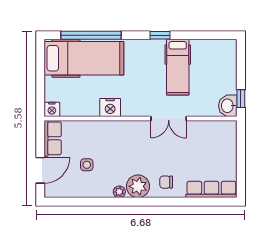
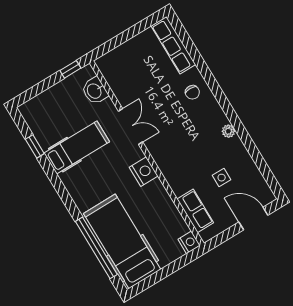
window: (160, 35) -> (35, 146), moved
washbasin: (228, 106) -> (95, 91), moved, turned 90
nightstand: (110, 107) -> (144, 172), moved
row of seats: (53, 138) -> (195, 211), moved, turned 90
plant: (138, 186) -> (212, 117), removed

